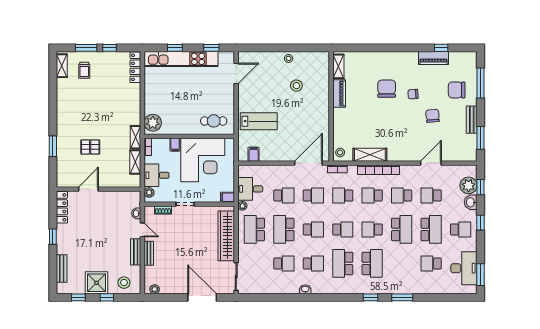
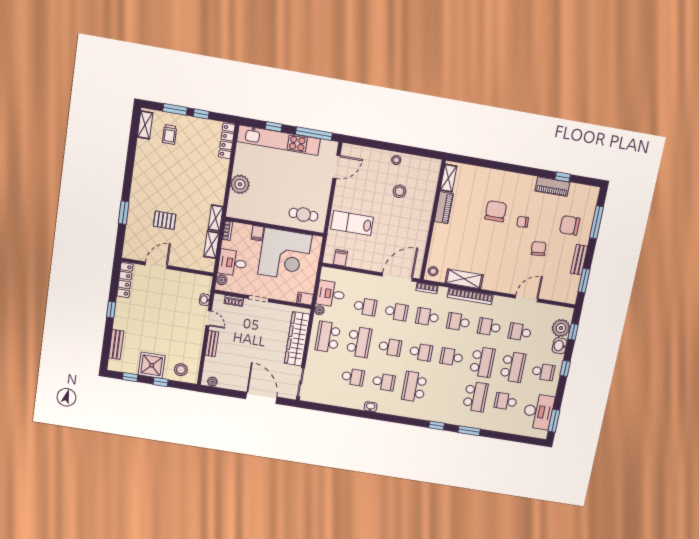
window: (211, 48) -> (314, 134), width x2.17
lab bench: (259, 121) -> (352, 223), turned 180
plant: (153, 123) -> (240, 184), moved
school desk: (284, 229) -> (359, 342), turned 180
bench: (136, 252) -> (198, 340), removed
school desk: (372, 263) -> (475, 397), moved

